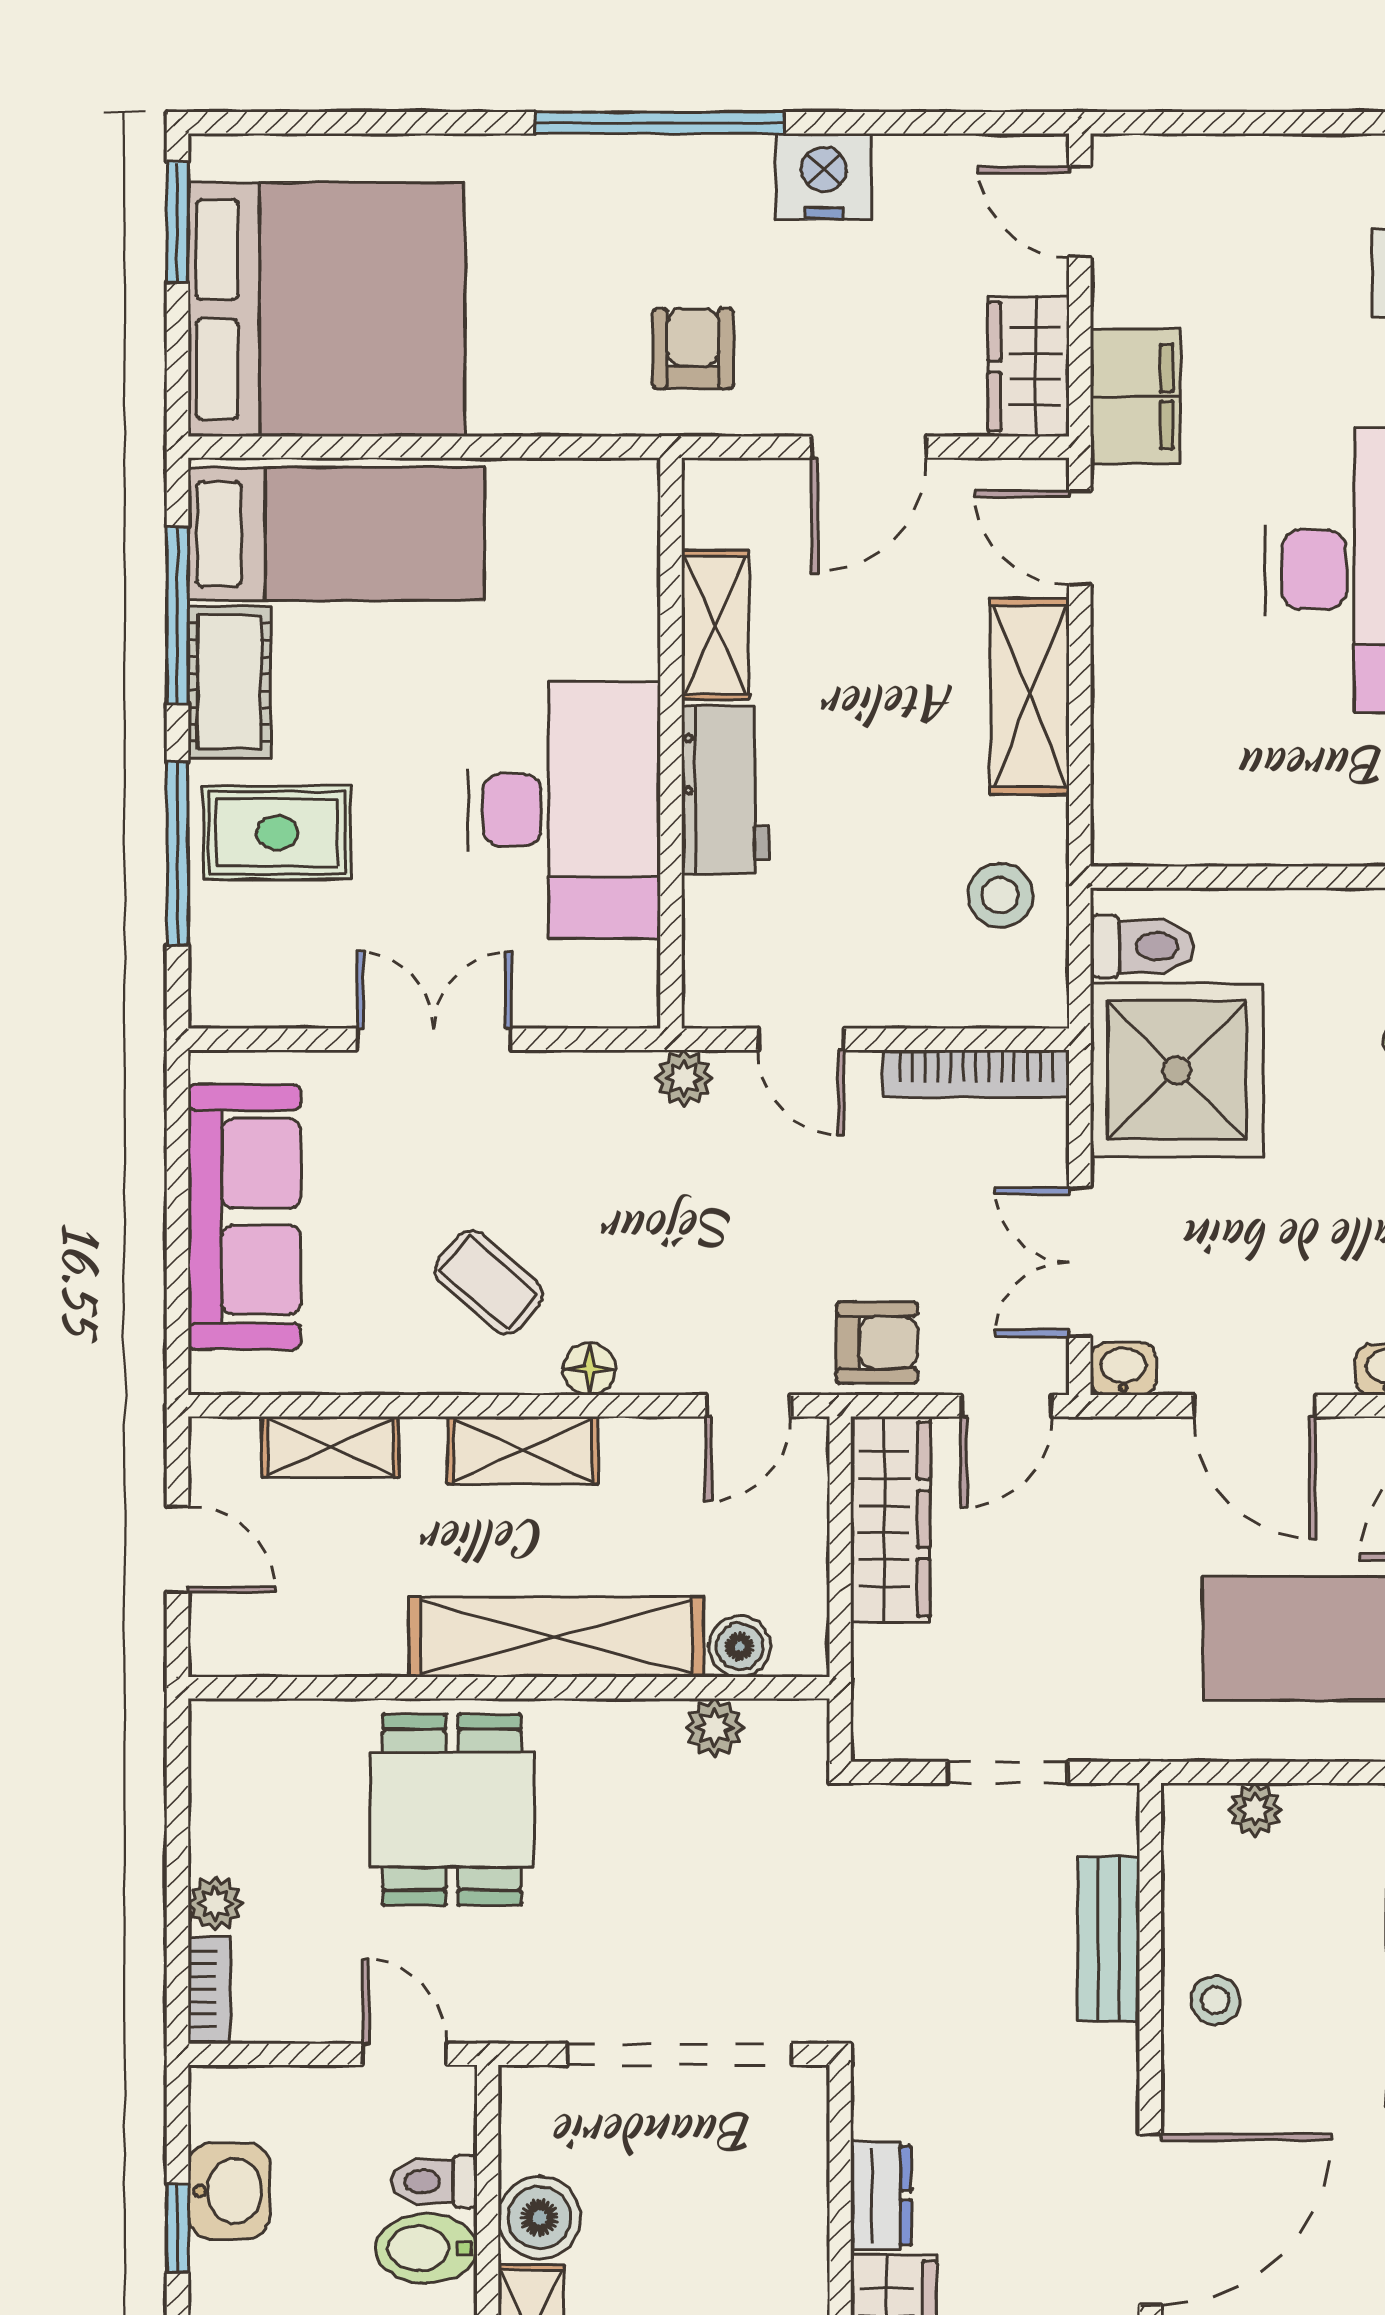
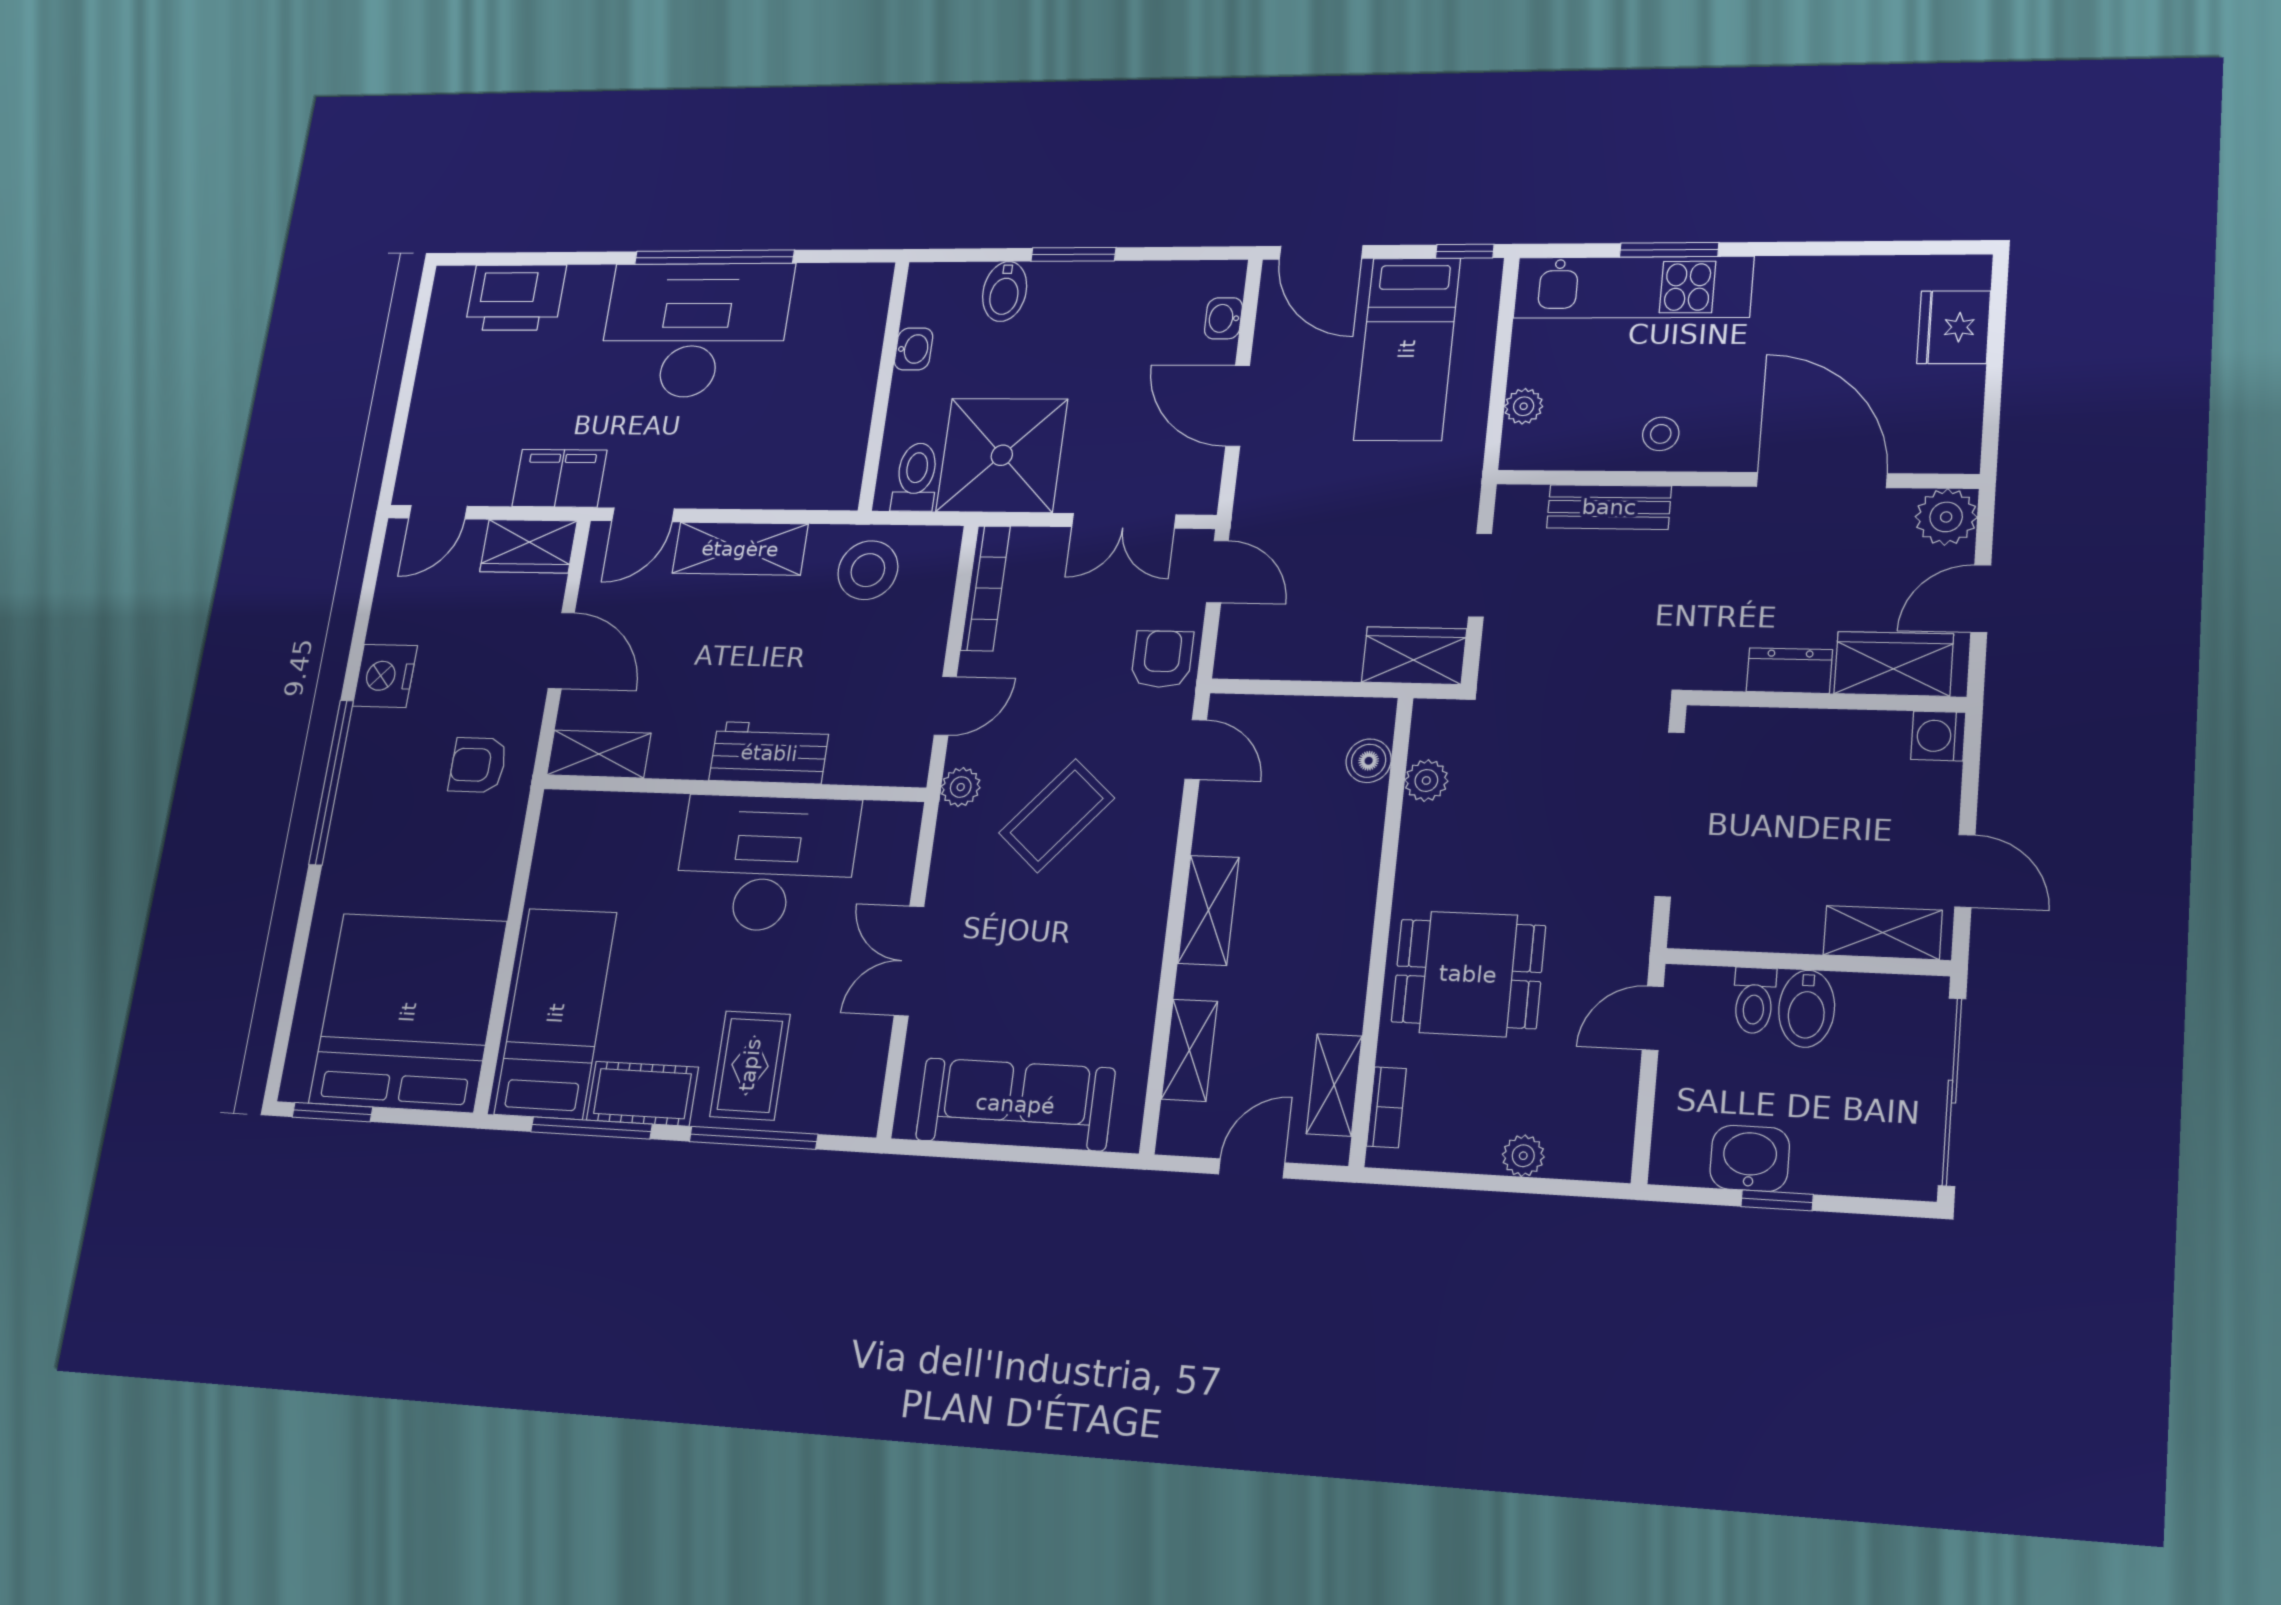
shelving: (715, 625) -> (599, 754), moved
stool: (1000, 895) -> (868, 570), width x1.38, depth x1.38
coffee table: (489, 1282) -> (1057, 816), moved, width x1.36, depth x1.30
floor lamp: (589, 1369) -> (1156, 861), removed
washbasin: (1123, 1369) -> (914, 349), moved, turned 180
door: (1254, 1406) -> (1238, 406), swing flipped
wardrobe: (890, 1519) -> (1414, 656), moved, width x0.67
shelving: (556, 1637) -> (1334, 1085), moved, width x0.45, depth x0.75
bookcase: (209, 1989) -> (1386, 1107), moved, turned 90
boiler: (539, 2218) -> (1788, 922), removed

